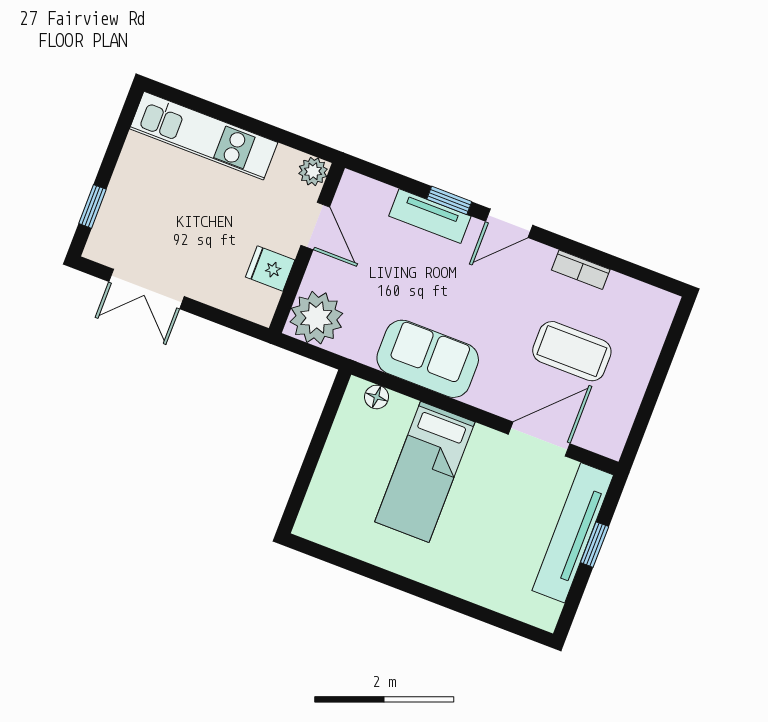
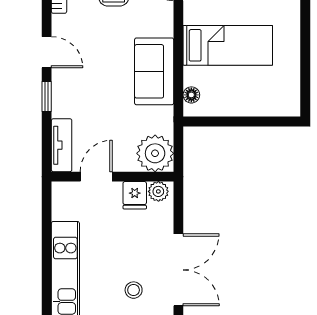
plant: (313, 171) -> (158, 191), moved
tv unit: (430, 216) -> (62, 145), moved
stool: (142, 218) -> (134, 290), added
double door: (147, 289) -> (178, 270), width x1.37

